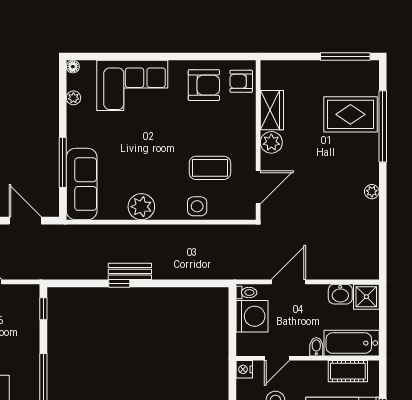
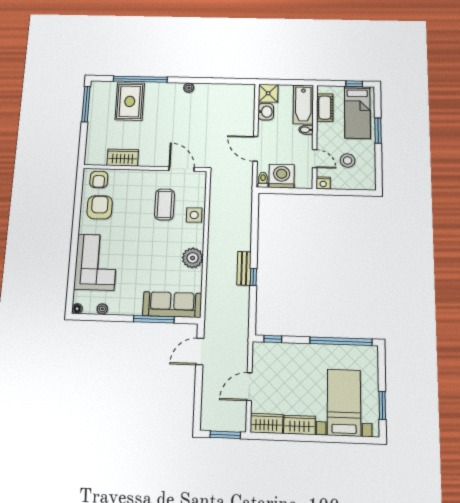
plant: (271, 142) -> (147, 159), removed

